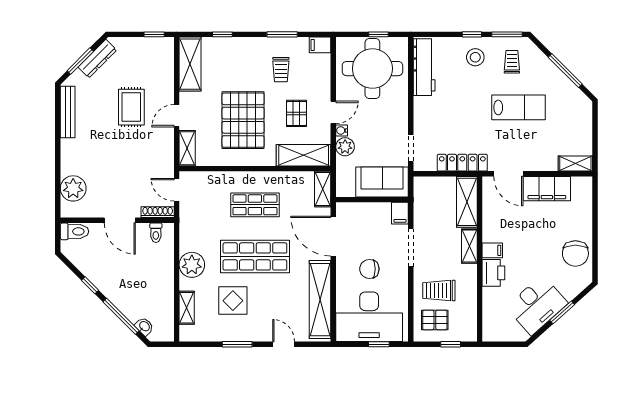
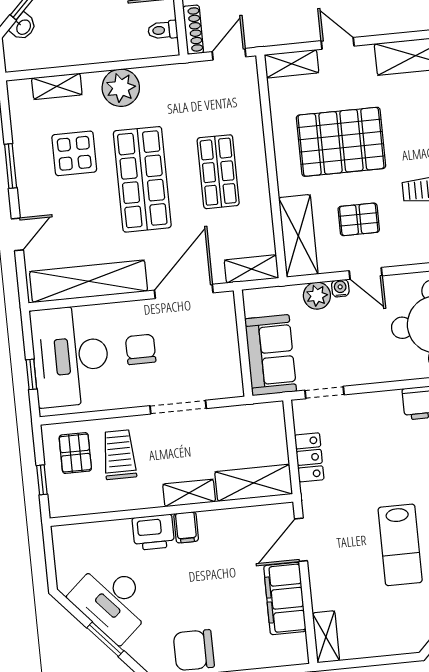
locker: (462, 163) -> (309, 457), width x0.66
filing cabinet: (400, 213) -> (227, 386), removed

